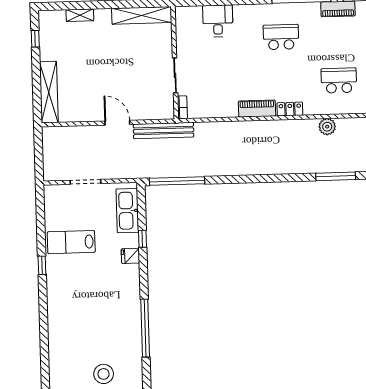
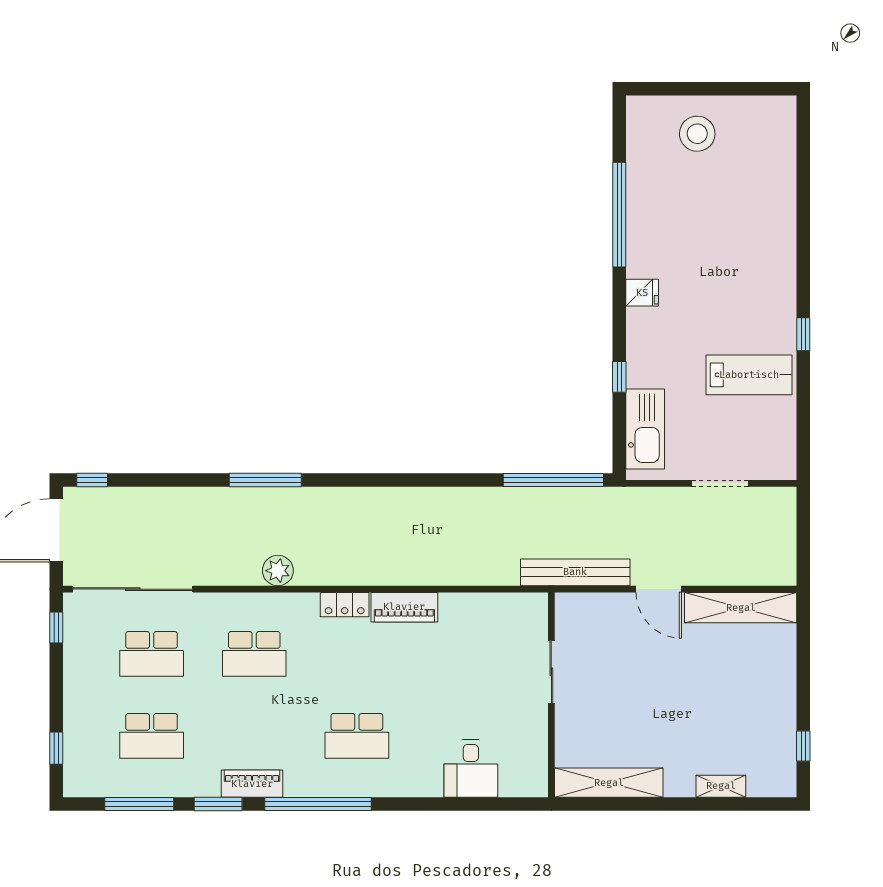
shelving: (49, 92) -> (741, 608), moved, turned 90
bookcase: (182, 107) -> (540, 613), removed
fridge: (130, 256) -> (642, 293), moved

